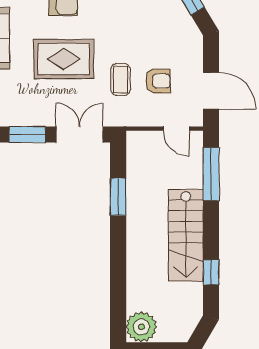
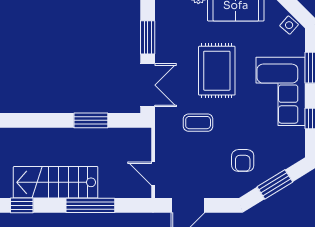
armchair: (158, 81) -> (243, 161), moved
door: (176, 129) -> (153, 174), hinge flipped
window: (211, 174) -> (90, 205), moved

